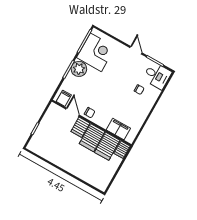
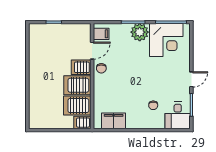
filing cabinet: (118, 129) -> (114, 121), moved, turned -90

